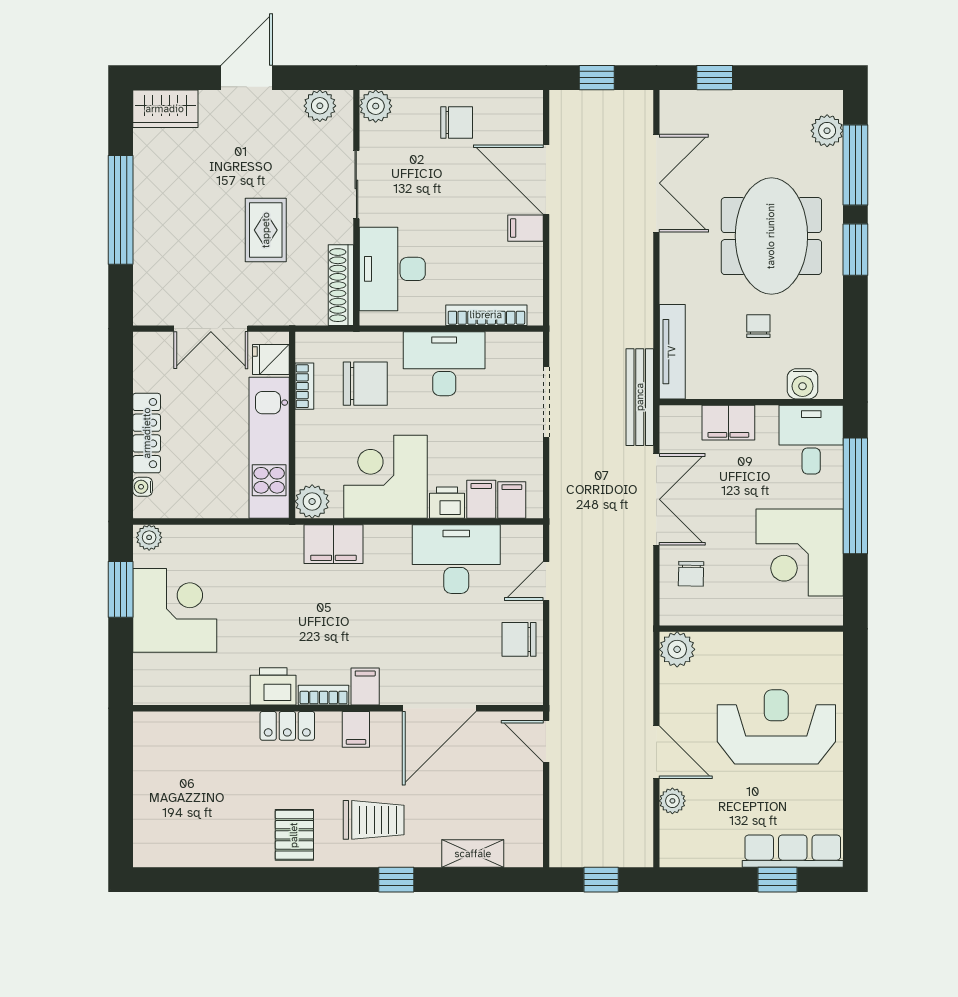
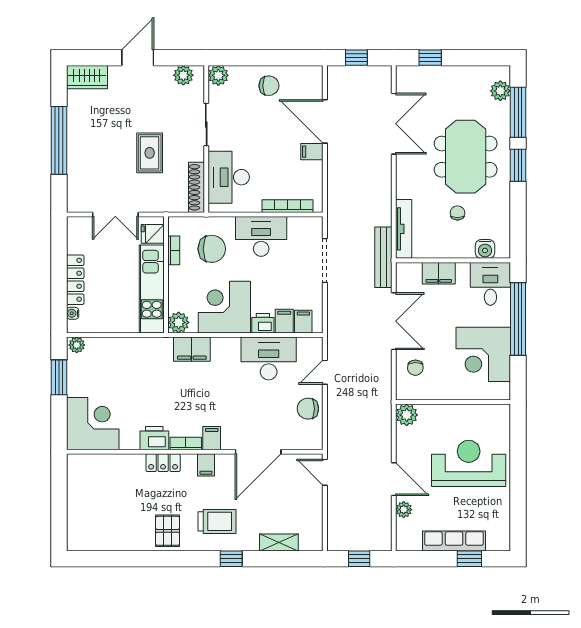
corner desk: (175, 610) -> (93, 424), moved
row of seats: (793, 851) -> (454, 541), moved

